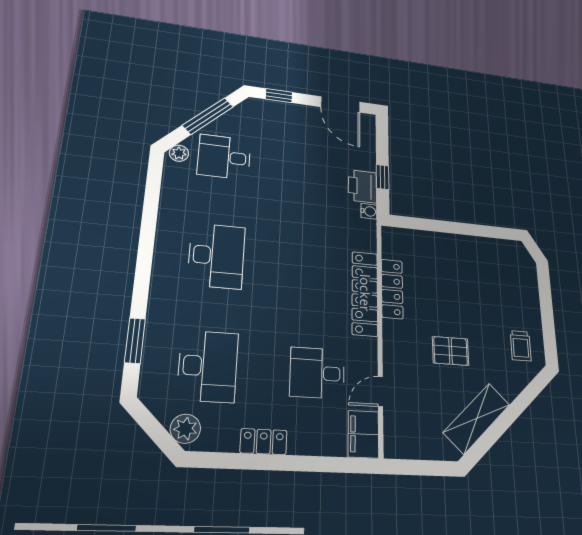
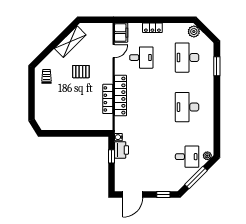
door: (340, 104) -> (133, 194), swing flipped
locker: (264, 442) -> (152, 28), moved

